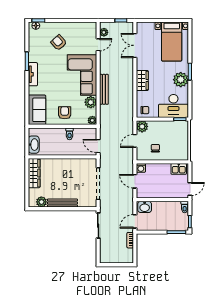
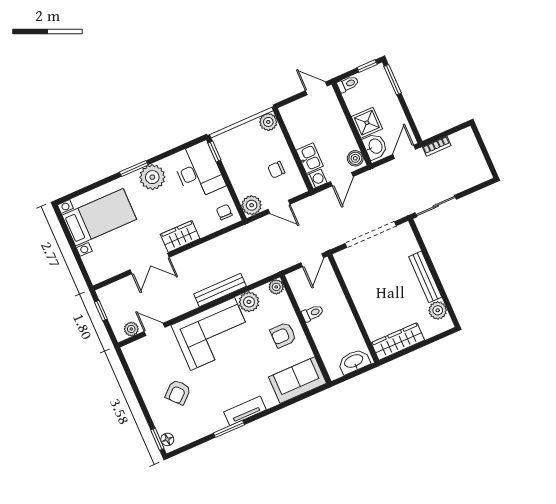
double door: (135, 45) -> (150, 264), moved
plant: (183, 155) -> (268, 122), added
kitchen sink: (179, 169) -> (310, 158), moved
boiler: (143, 193) -> (355, 158), added
shower: (159, 208) -> (367, 123), added
door: (135, 221) -> (404, 152), swing flipped

